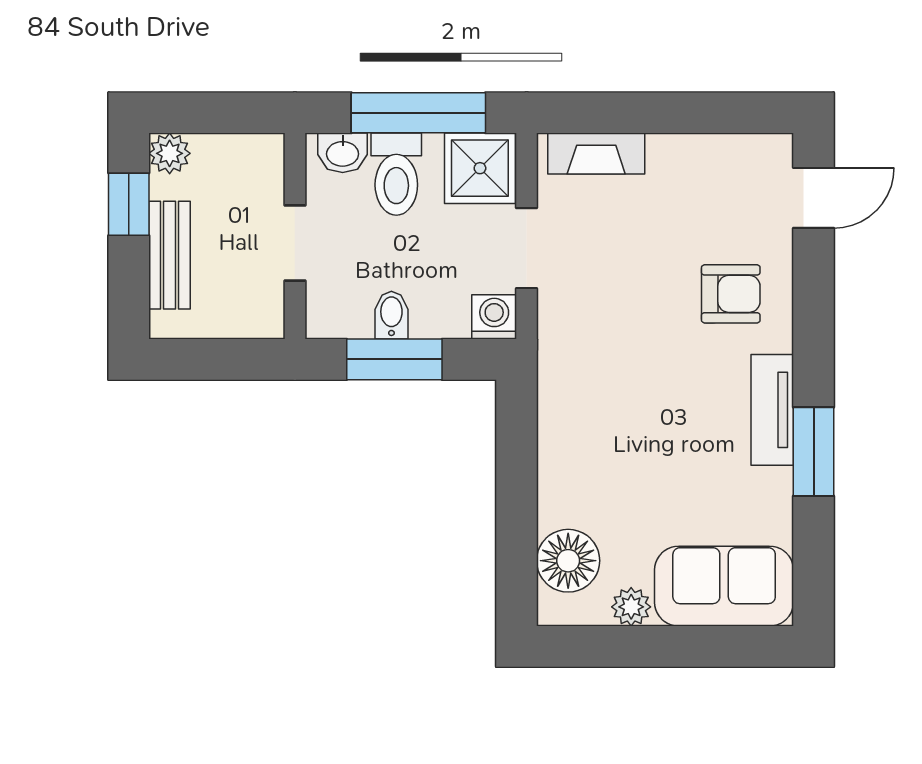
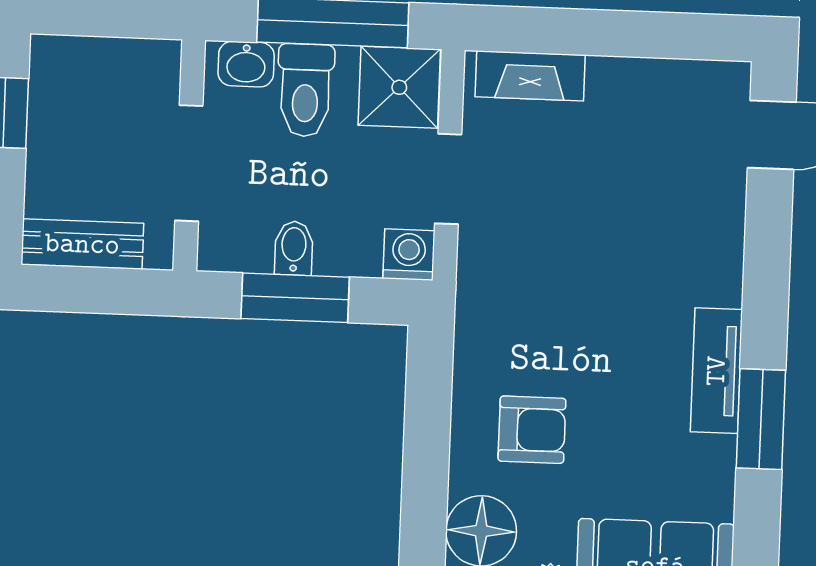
plant: (170, 153) -> (52, 57), removed
doorway: (295, 243) -> (189, 163), width x1.38
bench: (170, 255) -> (82, 244), moved, turned 90
armchair: (731, 294) -> (532, 430), moved

